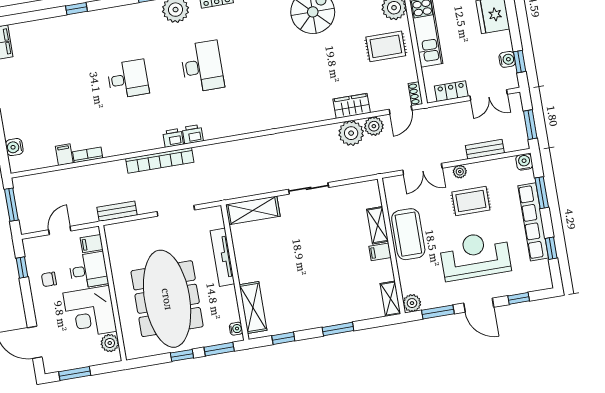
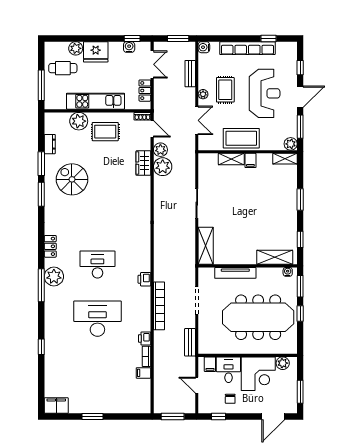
rug: (386, 46) -> (105, 132), turned 90
desk: (128, 79) -> (97, 319), width x1.87, depth x1.30
printer: (173, 138) -> (145, 338), moved
water cooler: (14, 147) -> (132, 407), removed
window: (542, 193) -> (228, 38), removed
reception desk: (475, 256) -> (265, 93), turned 180

